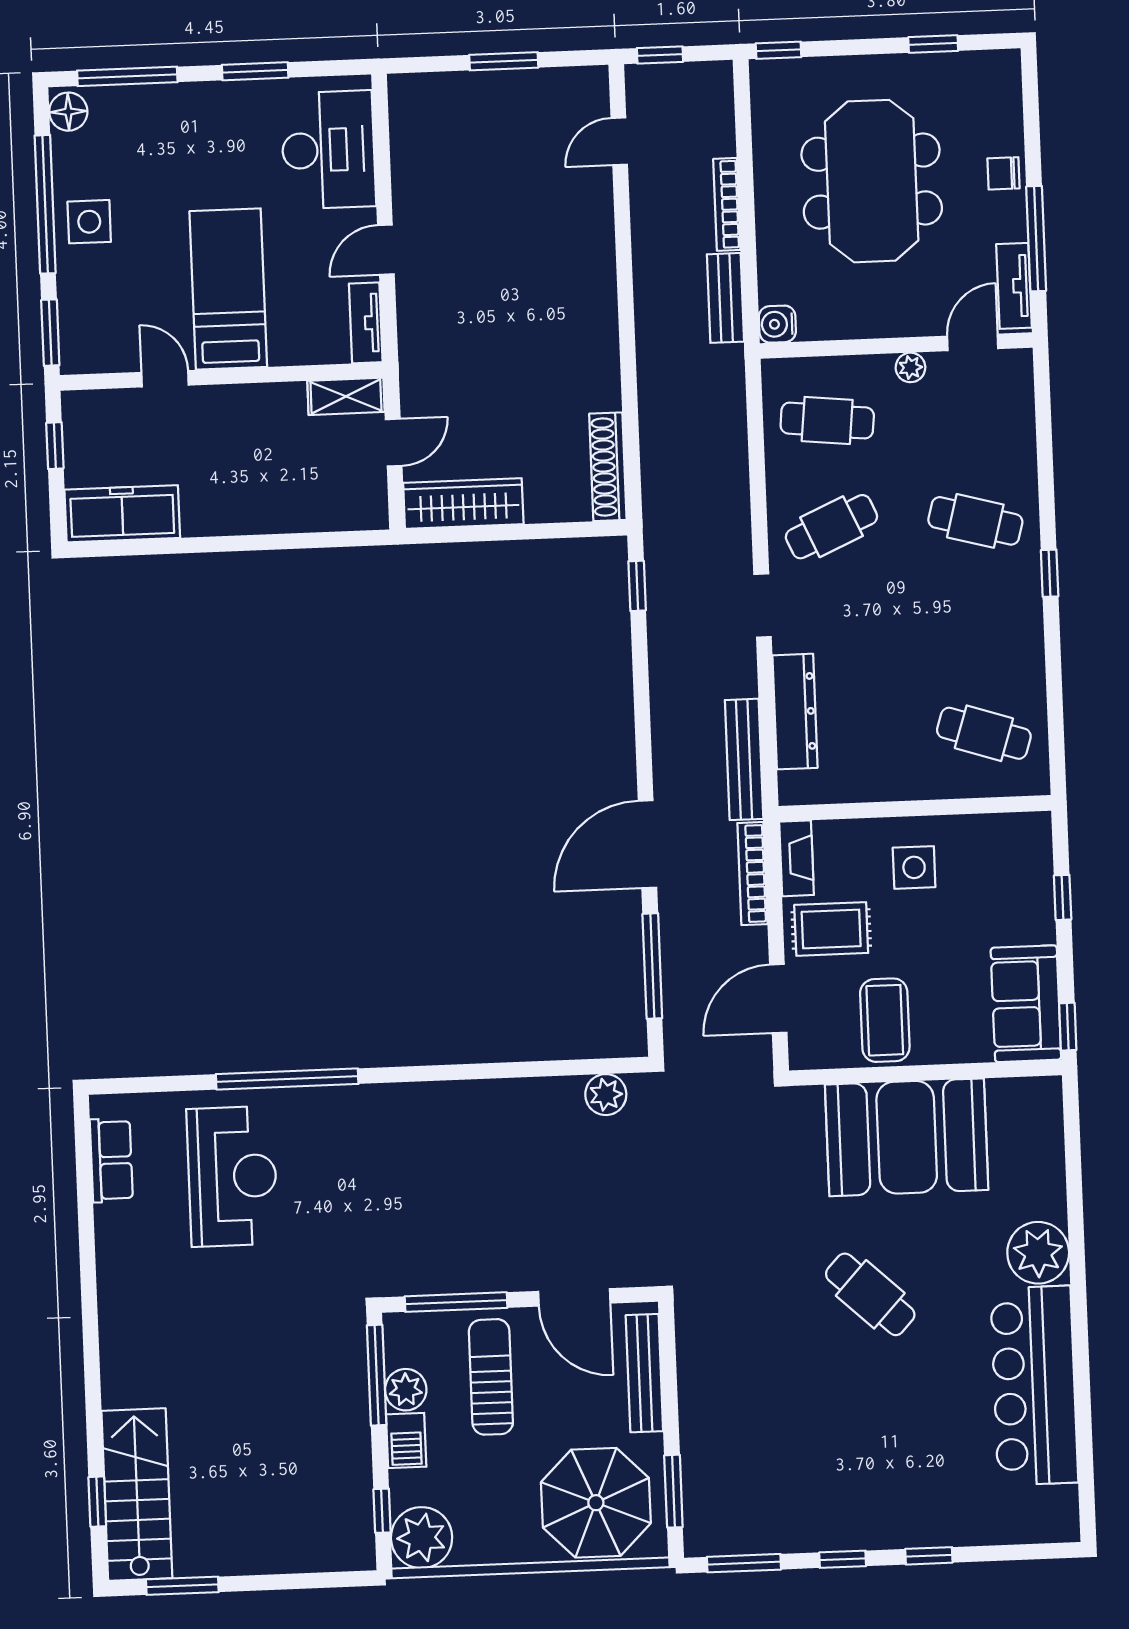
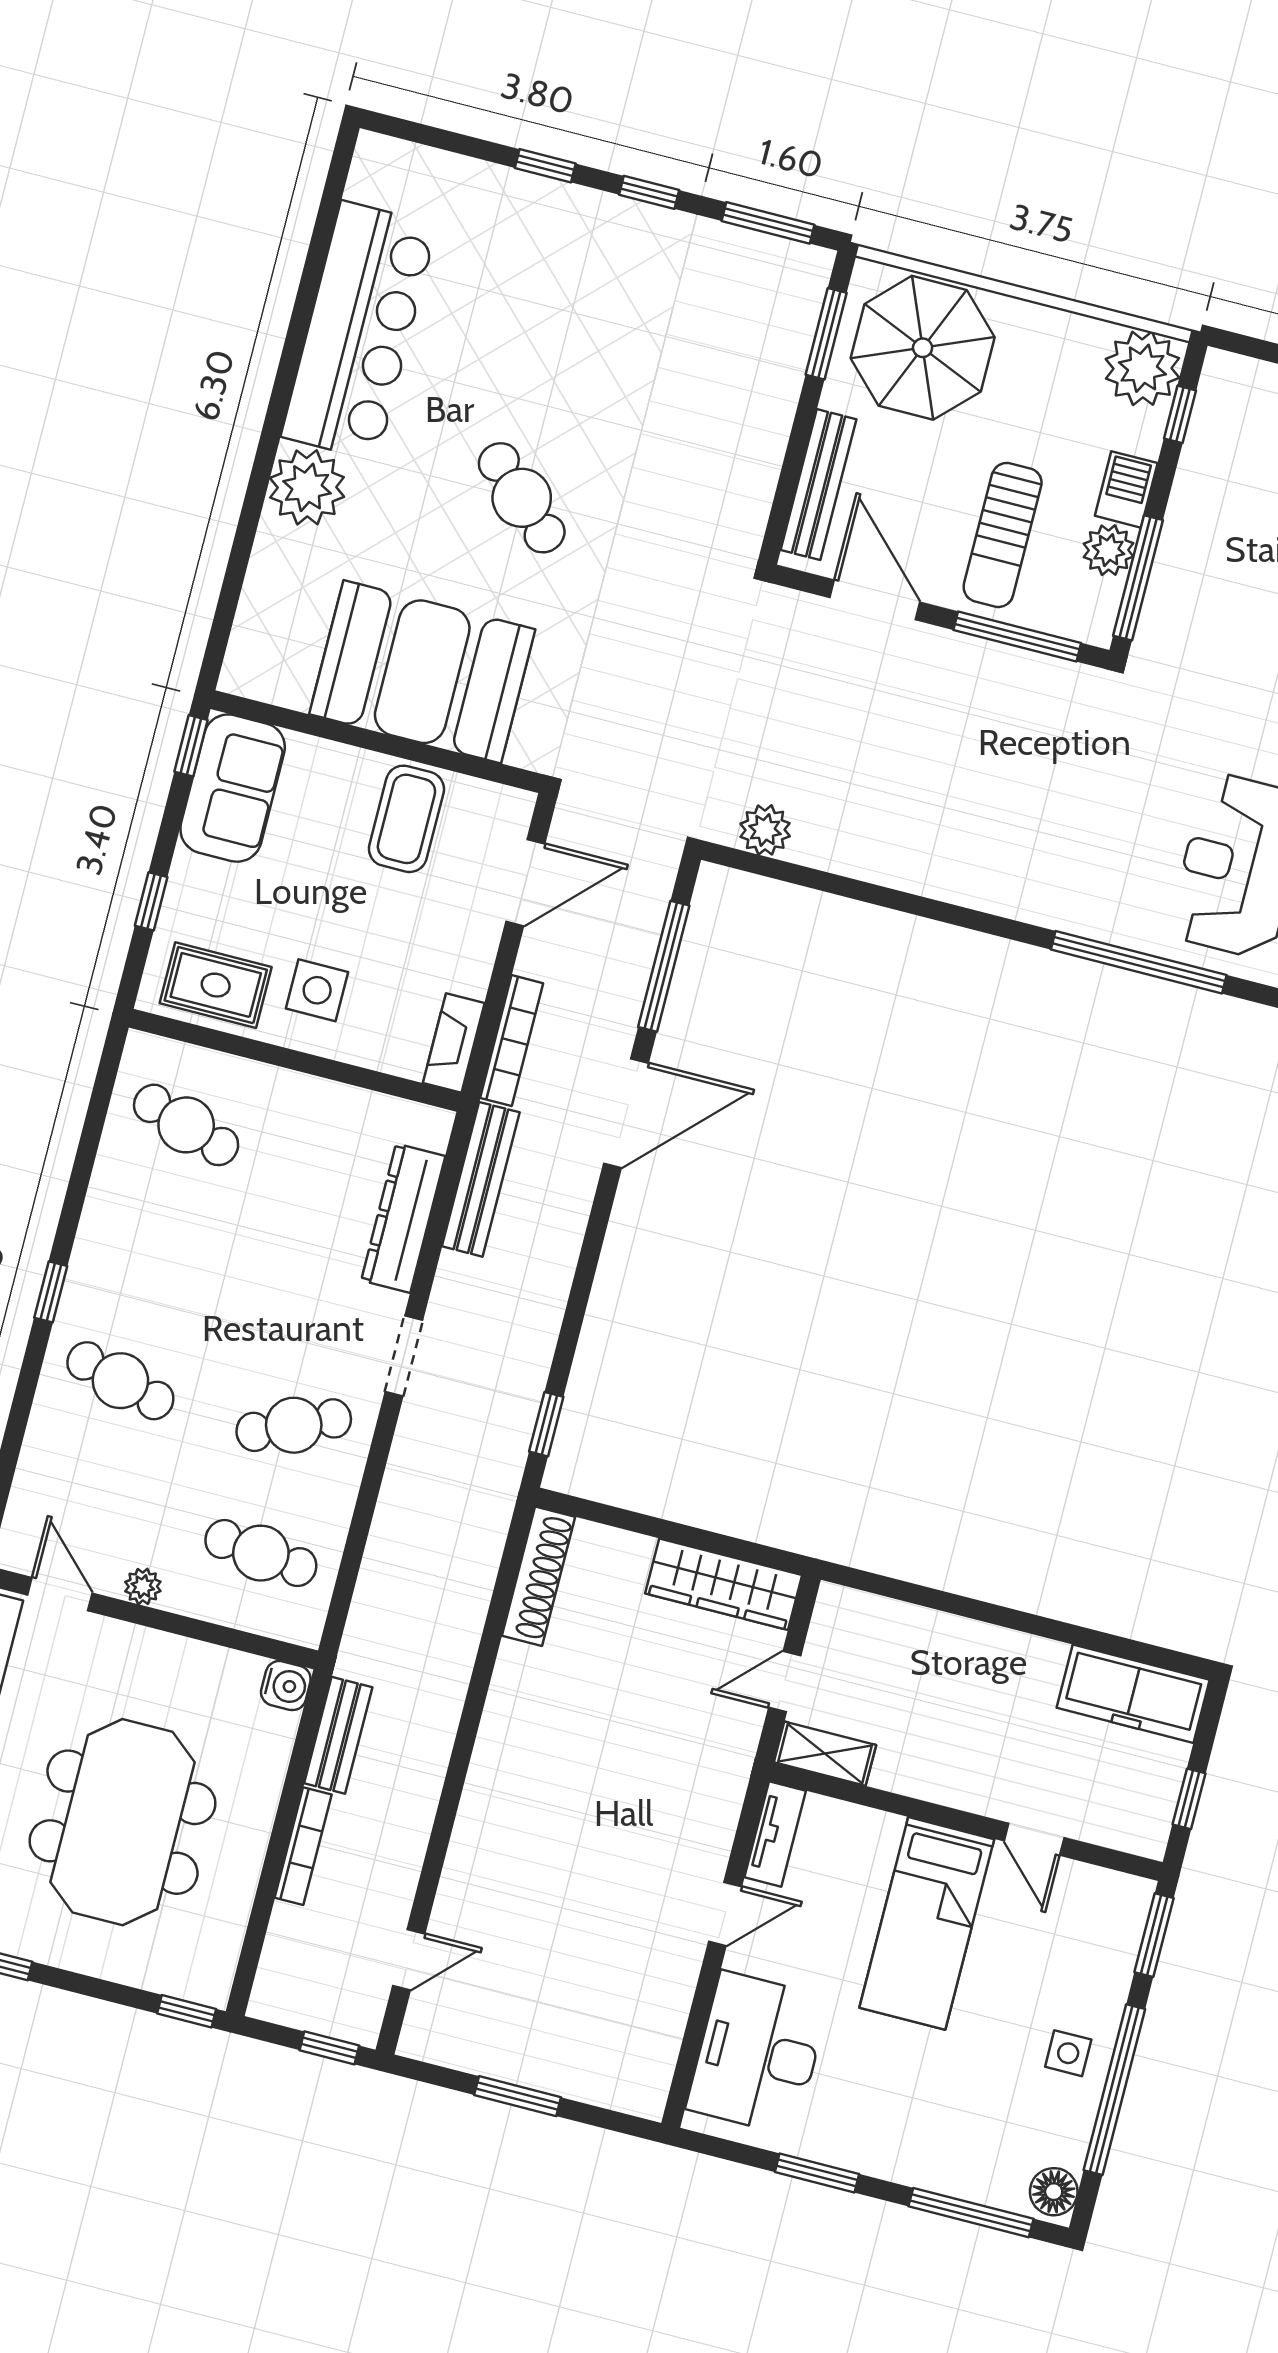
side table: (89, 222) -> (1068, 2053), width x0.73, depth x0.73
door: (973, 342) -> (60, 1594), swing flipped
rug: (831, 929) -> (216, 985), moved

